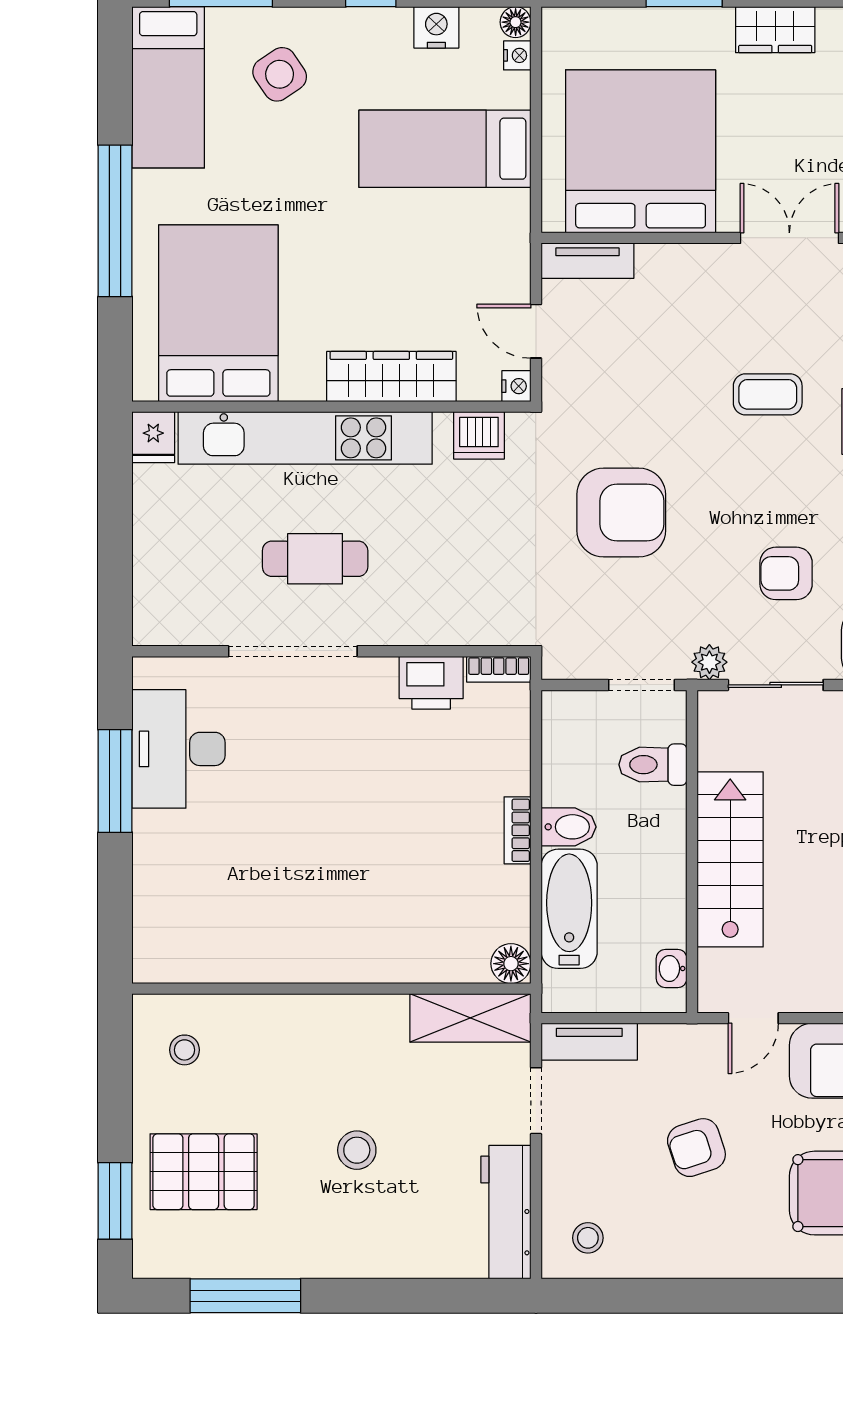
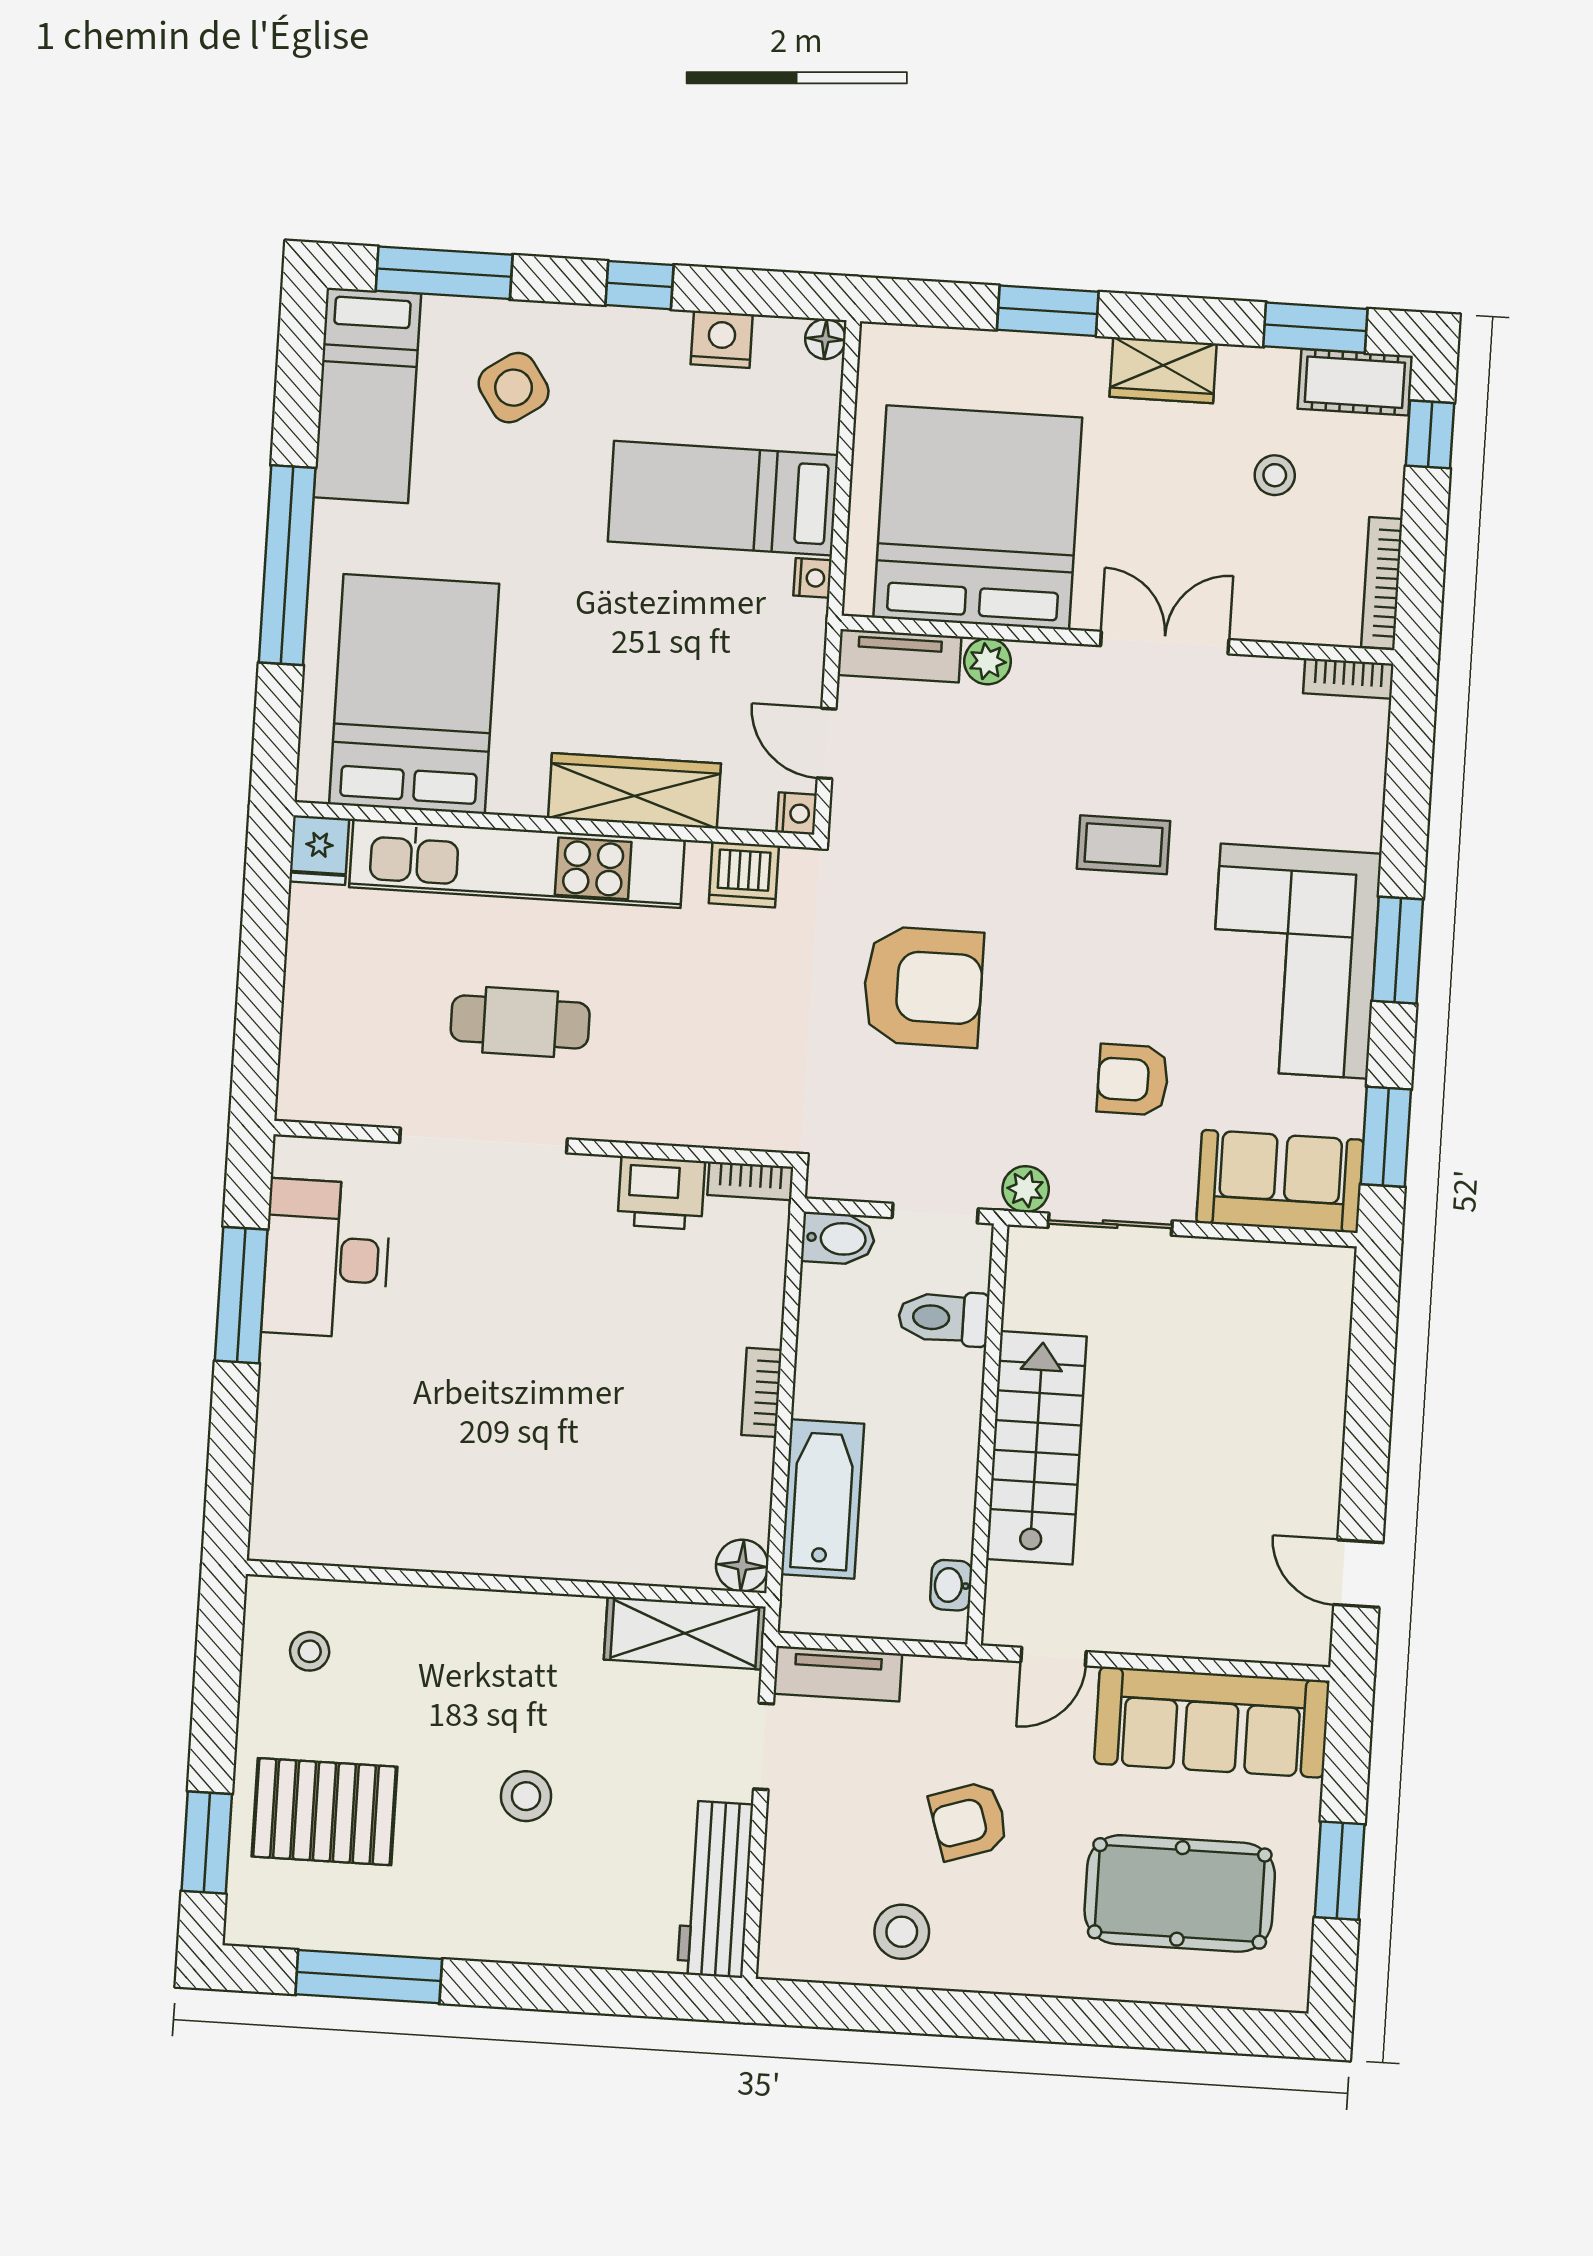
nightstand: (517, 55) -> (813, 578), moved
plant: (655, 261) -> (988, 661), added
bidet: (569, 827) -> (838, 1239), moved
stool: (588, 1238) -> (902, 1932), moved, width x1.37, depth x1.37

